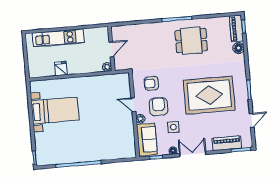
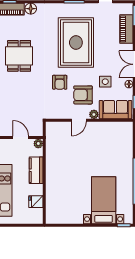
kitchen counter: (81, 67) -> (36, 170), added
fridge: (61, 69) -> (36, 202), moved
armchair: (151, 83) -> (60, 82), moved
bed with nightstands: (55, 111) -> (104, 200), moved

